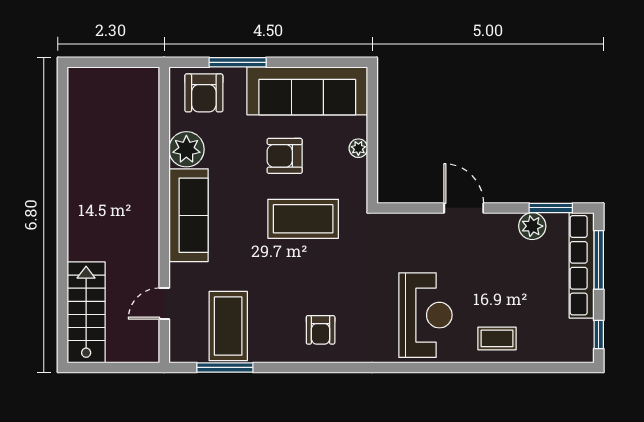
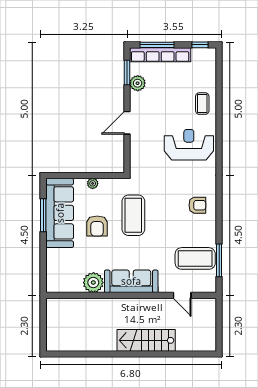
window: (238, 62) -> (43, 215), moved
armchair: (204, 93) -> (61, 272), removed
stairs: (86, 312) -> (146, 340), moved

